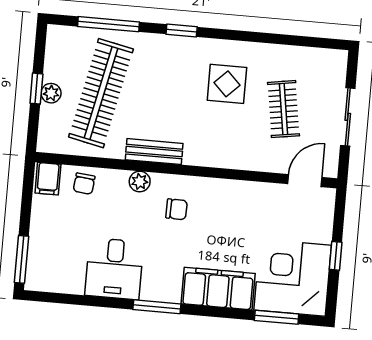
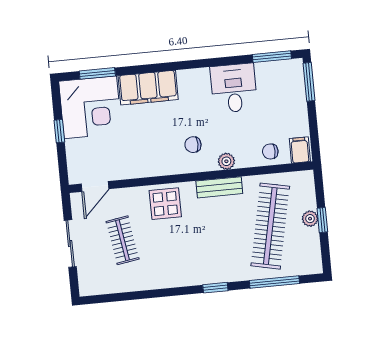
display table: (227, 84) -> (165, 204), moved
chair: (84, 184) -> (270, 151), turned -96
window: (157, 307) -> (272, 57), moved

